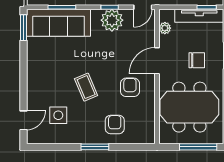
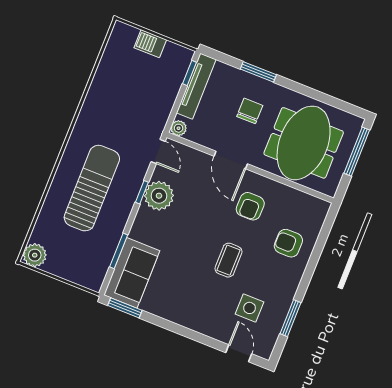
sofa: (58, 23) -> (132, 273), width x0.73
plant: (165, 28) -> (179, 128), moved
coffee table: (86, 87) -> (228, 260), turned -67
armchair: (130, 87) -> (250, 206), turned -90
window: (95, 147) -> (291, 318), moved

